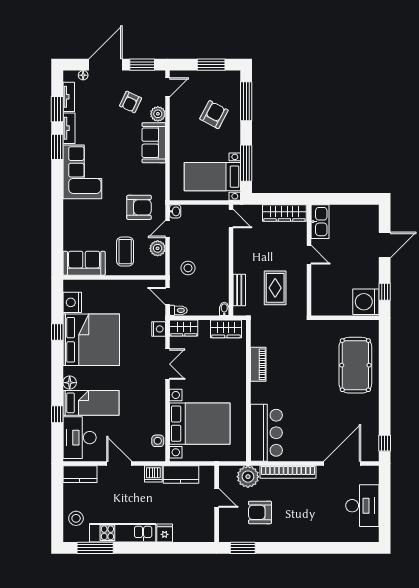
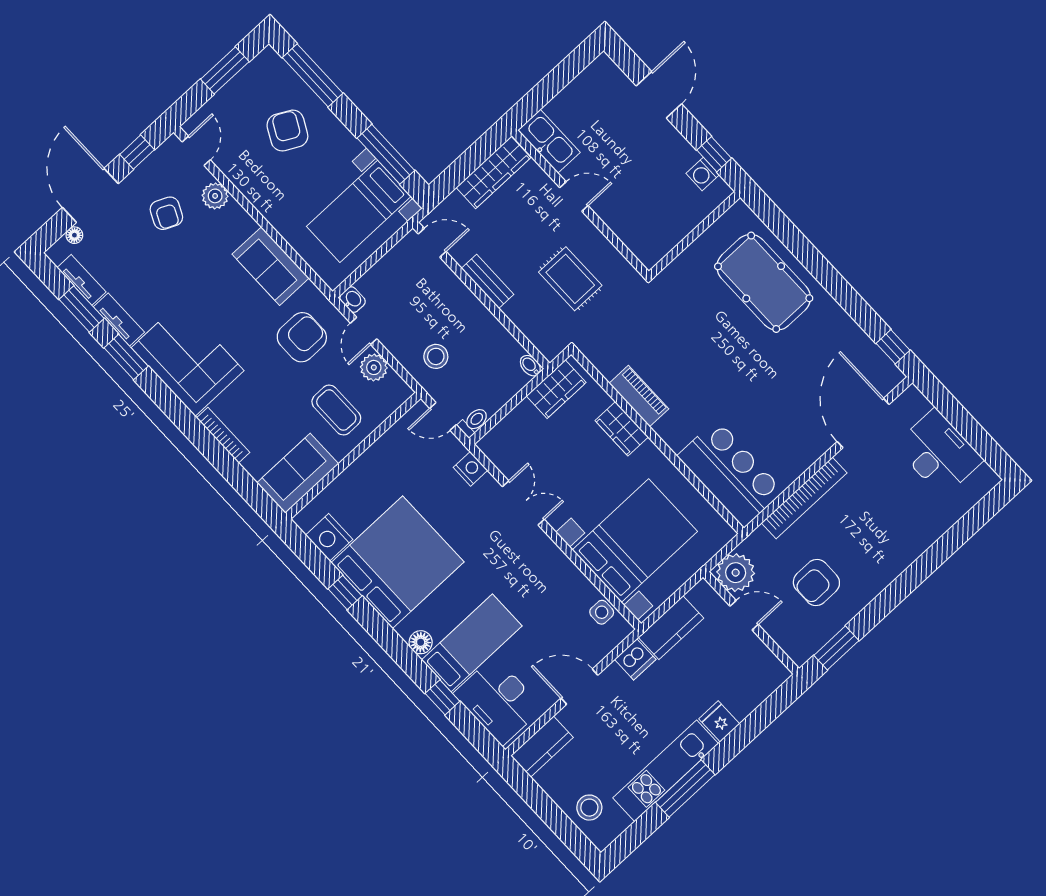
window: (142, 65) -> (137, 152), width x0.67
sofa: (154, 143) -> (271, 266), moved
bookcase: (68, 218) -> (223, 435), added
bench: (239, 290) -> (488, 281), moved
washing machine: (366, 302) -> (703, 174), width x0.53, depth x0.53
wardrobe: (184, 328) -> (622, 429), moved, turned 90
plant: (248, 477) -> (736, 573), moved
window: (95, 548) -> (685, 788), moved

